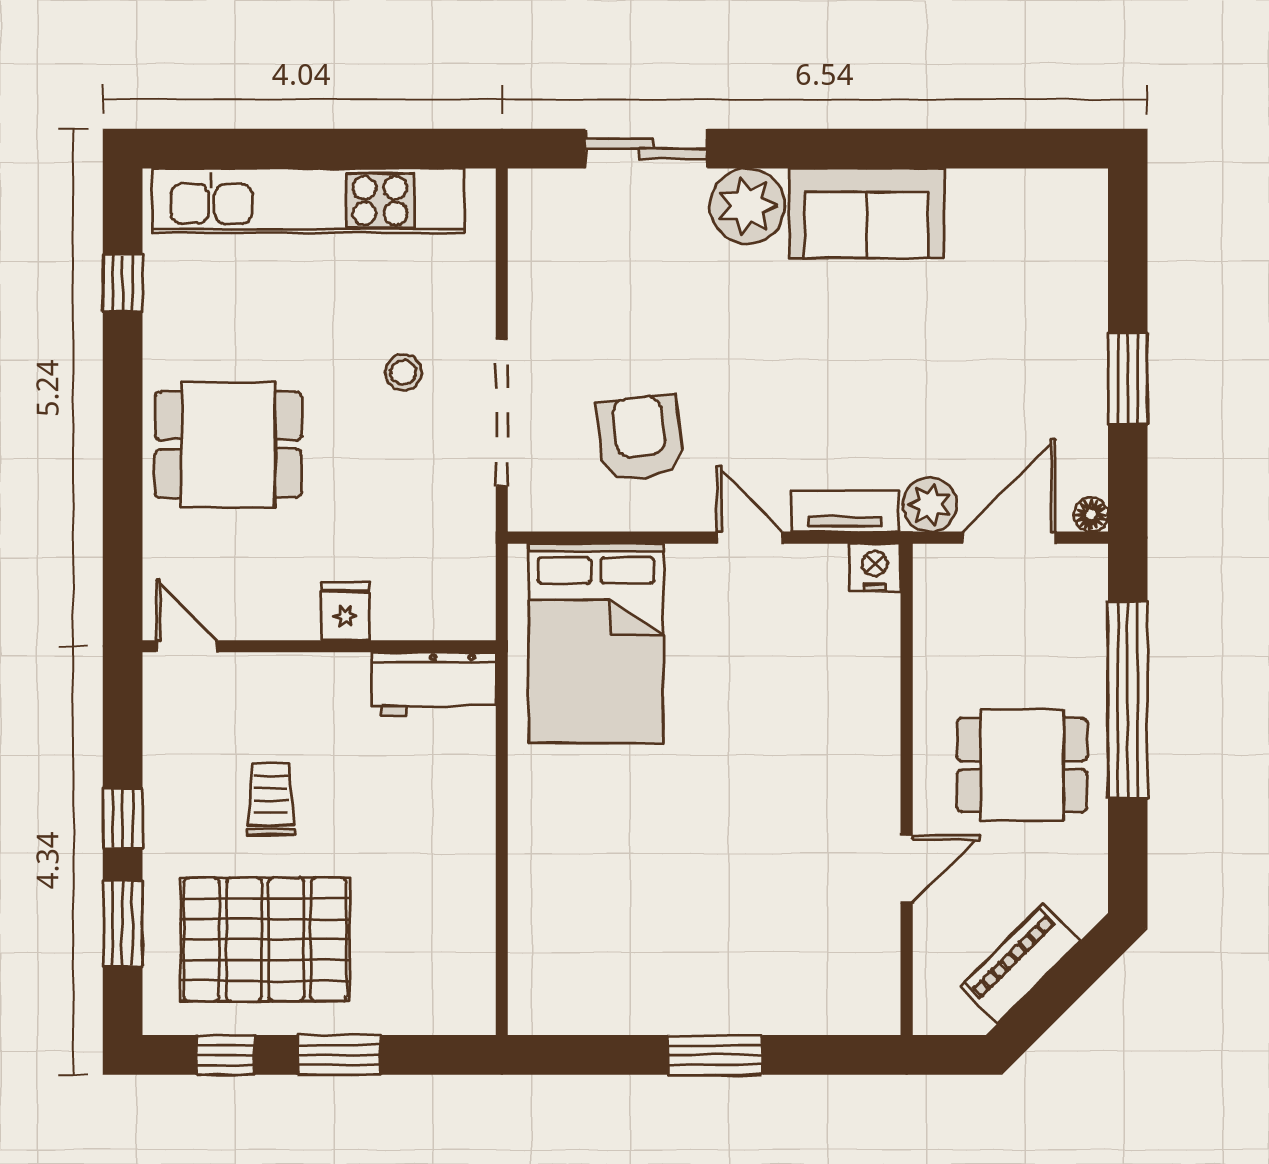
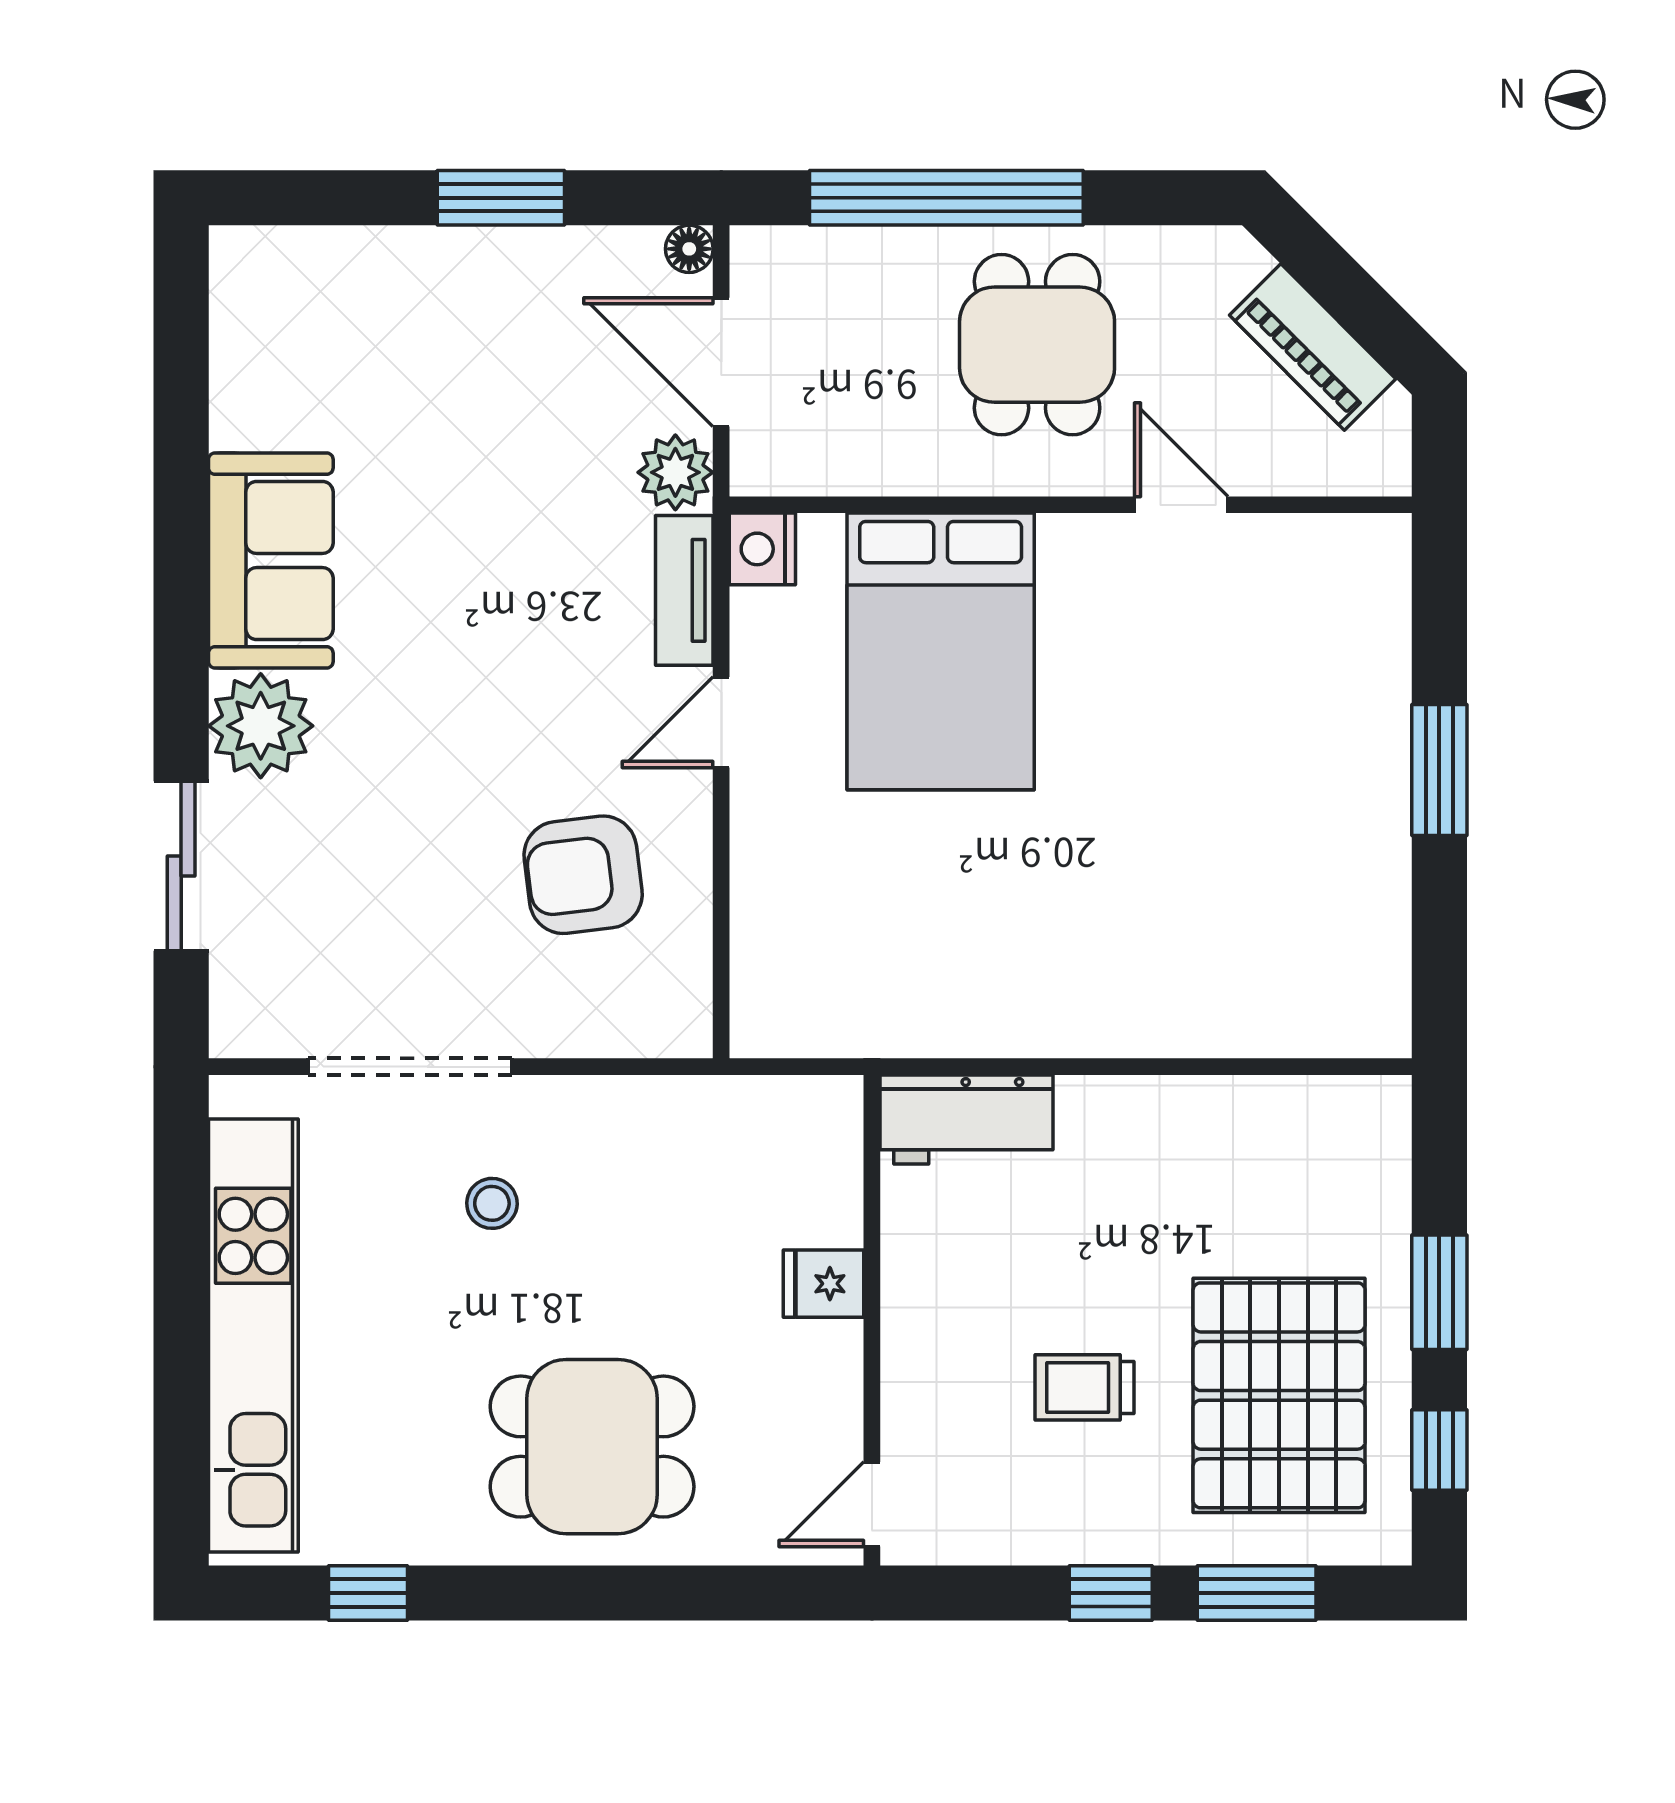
doorway: (502, 413) -> (410, 1067), moved
dining table: (228, 445) -> (592, 1447), turned 90
bed: (596, 643) -> (941, 651), moved, turned 90
workbench: (434, 684) -> (967, 1120), moved, turned 90

